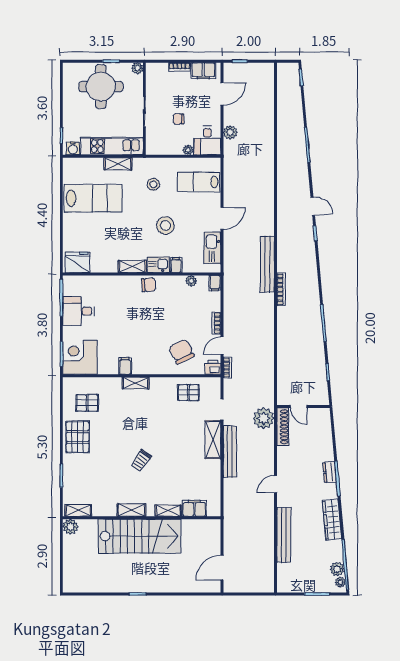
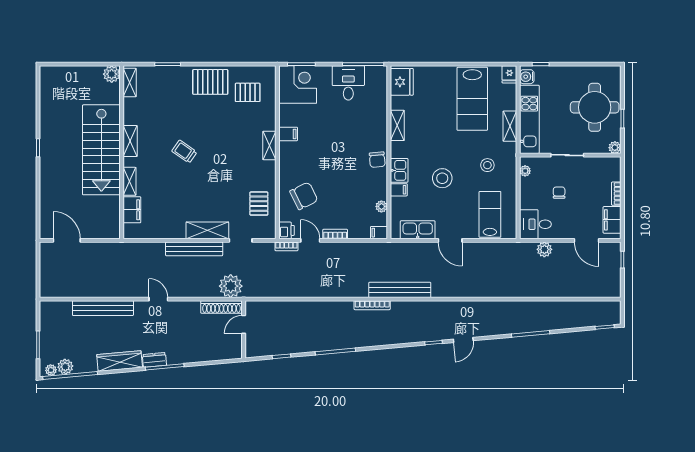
plant: (188, 150) -> (525, 171), moved
fridge: (71, 164) -> (509, 74), added
shelving: (132, 266) -> (397, 125), moved
pallet: (87, 403) -> (248, 92), turned 90
dresser: (330, 472) -> (154, 360), moved

